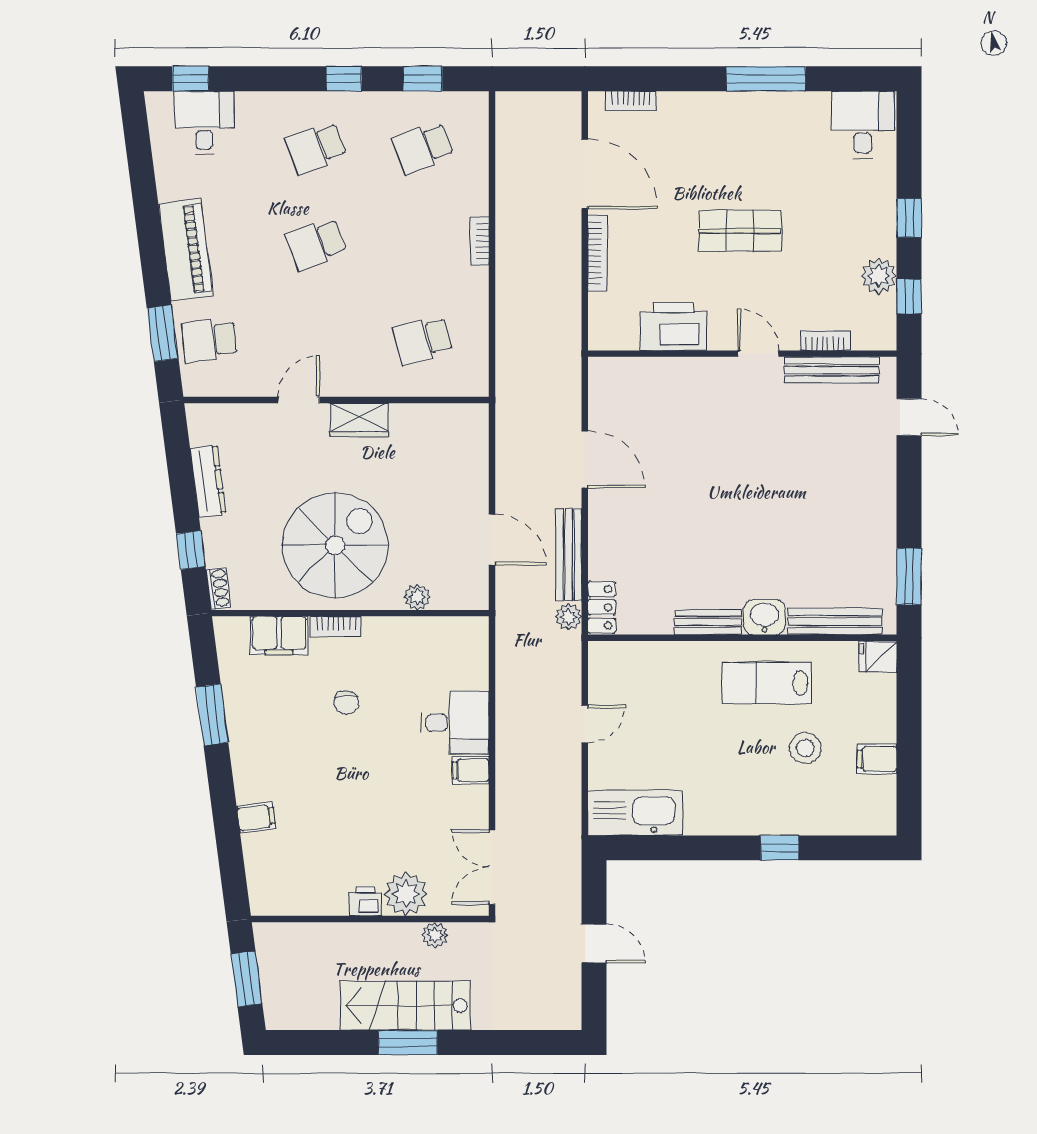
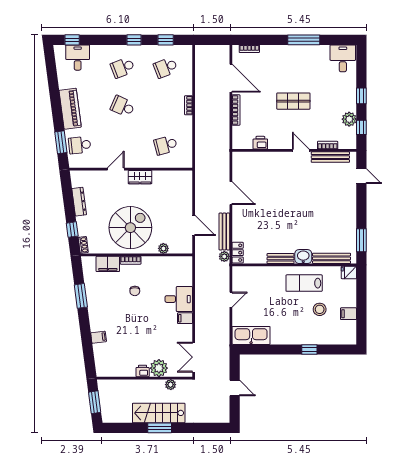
school desk: (316, 244) -> (123, 106), turned 45
printer: (673, 327) -> (260, 143), width x0.53, depth x0.68

